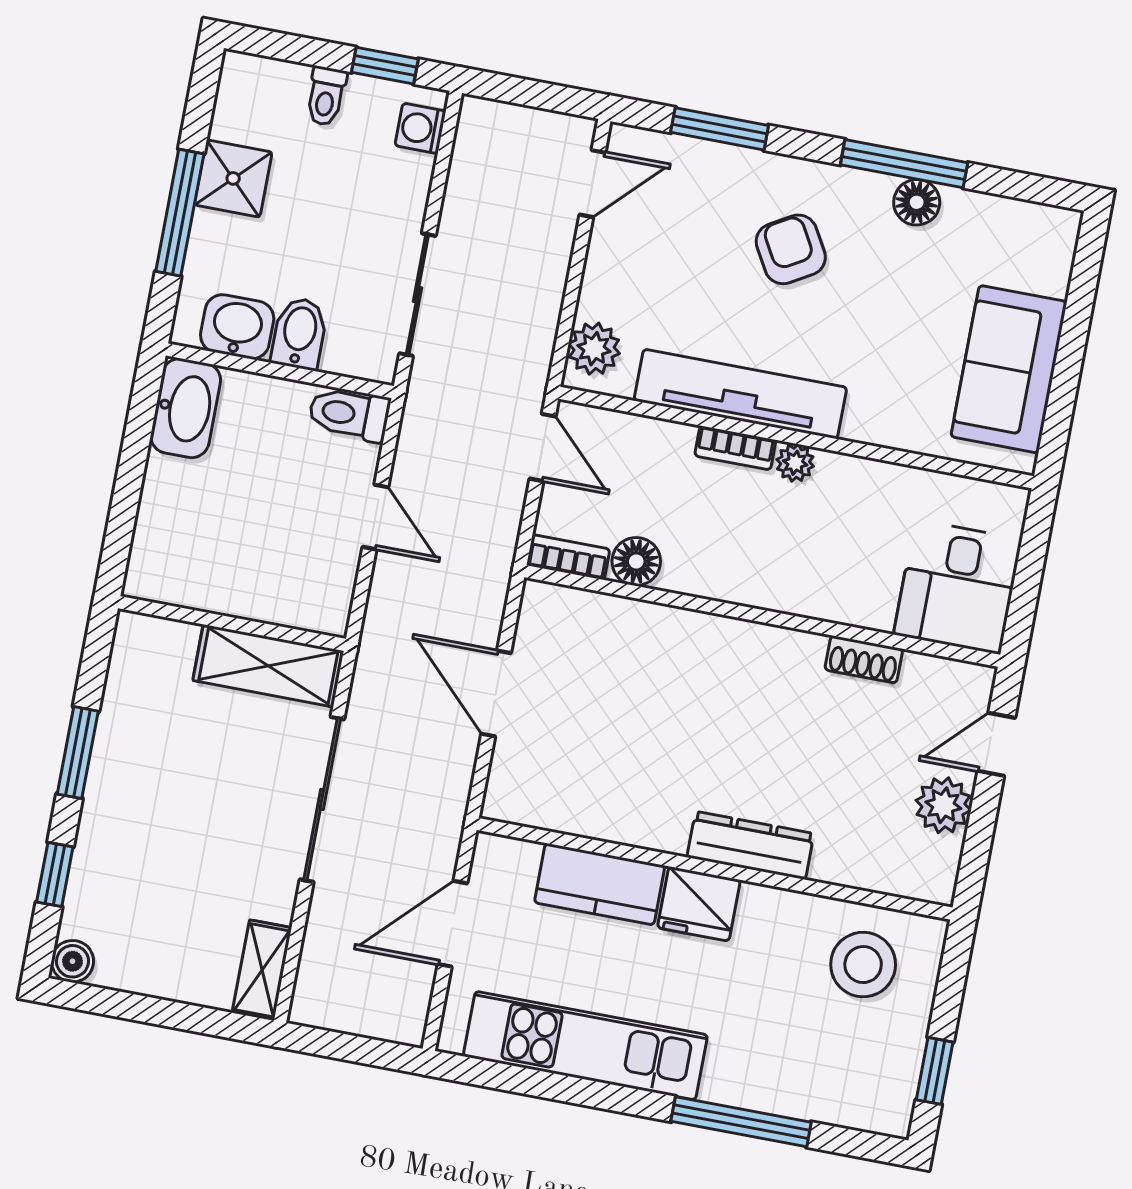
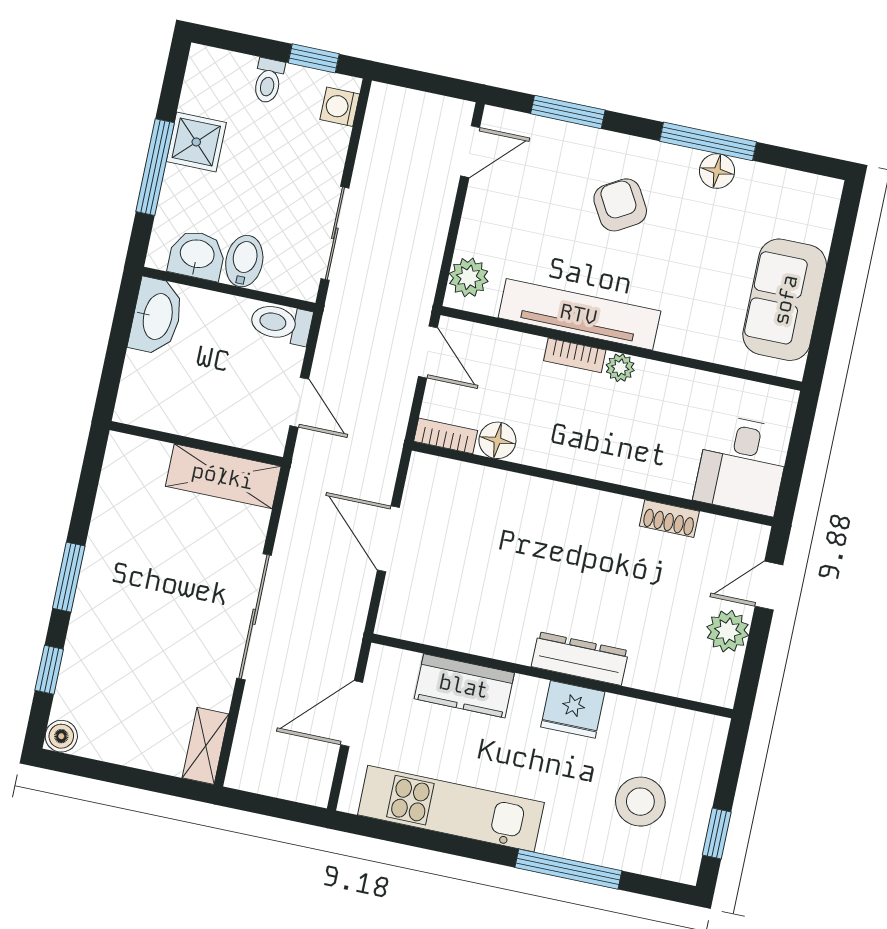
wall: (232, 624) -> (196, 444), moved
shelving: (268, 666) -> (223, 476), moved
fridge: (699, 904) -> (573, 709), moved
stool: (863, 965) -> (640, 802), moved

